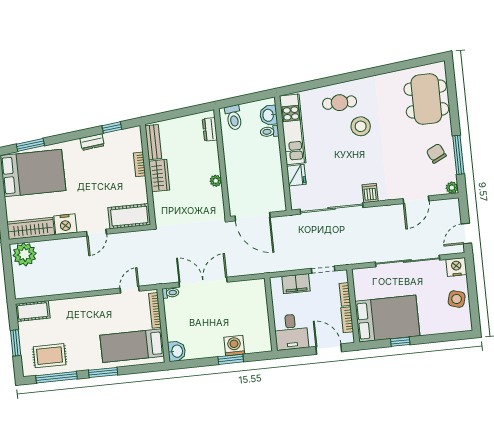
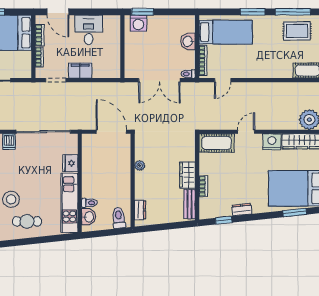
wall: (271, 314) -> (122, 47), moved
washbasin: (177, 351) -> (188, 41), moved

